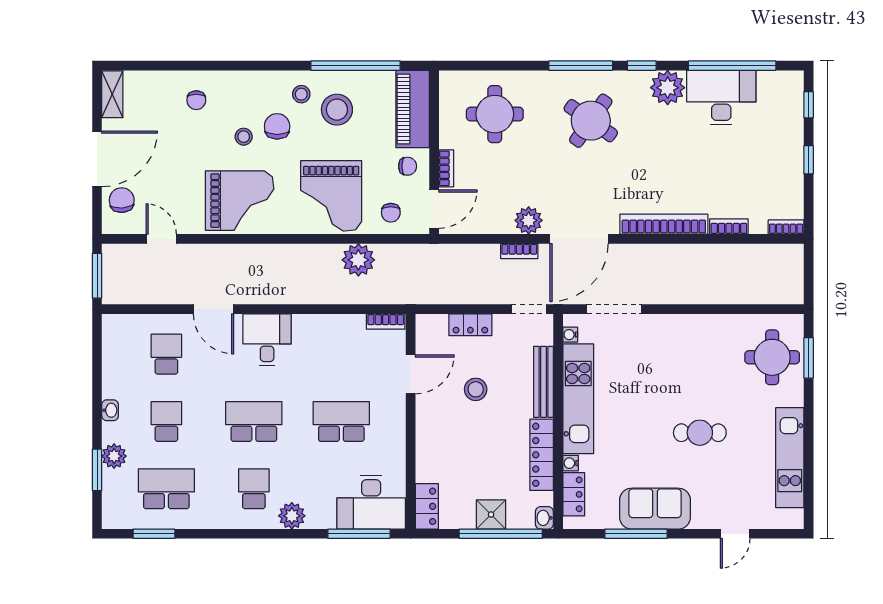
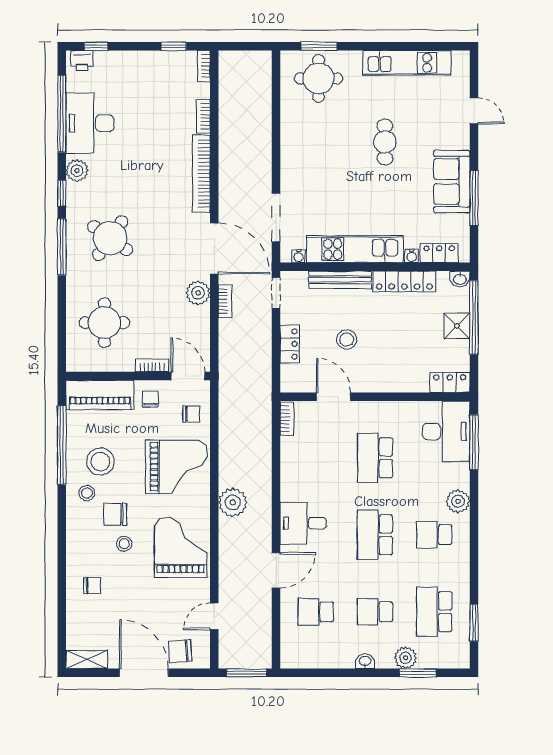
plant: (668, 88) -> (77, 171), width x0.73, depth x0.73
printer: (793, 89) -> (82, 60), added
window: (809, 160) -> (174, 46), moved
plant: (358, 260) -> (233, 502), moved

